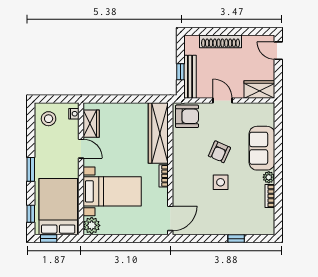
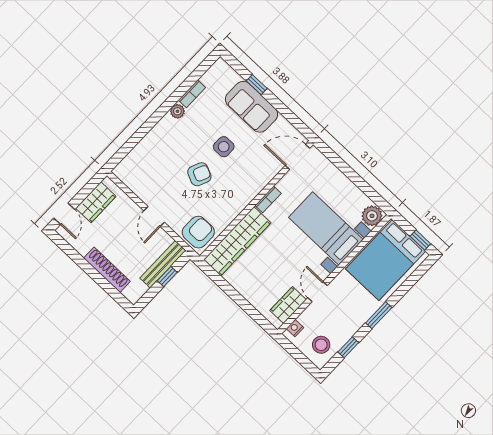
wardrobe: (259, 89) -> (96, 202), moved, turned -90
armchair: (187, 116) -> (198, 232), turned 90
sofa: (262, 148) -> (251, 107), moved, turned 90
window: (31, 214) -> (348, 347), moved

